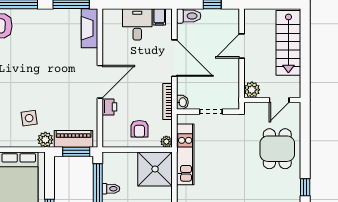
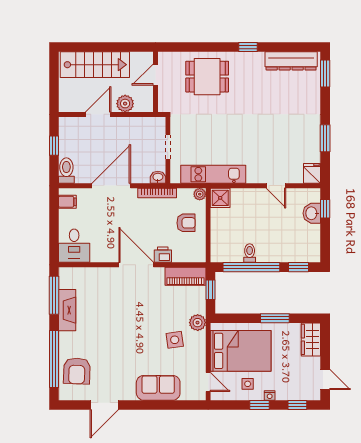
desk: (137, 24) -> (74, 246), moved, turned -90
fireplace: (90, 28) -> (67, 310), moved, turned -90
door: (242, 46) -> (98, 114), swing flipped
plant: (252, 90) -> (125, 104), moved
door: (279, 100) -> (155, 75), swing flipped
piano: (74, 139) -> (185, 276), moved, turned -90
window: (76, 152) -> (210, 290), width x0.67
shower: (155, 169) -> (220, 198), width x0.54, depth x0.54

